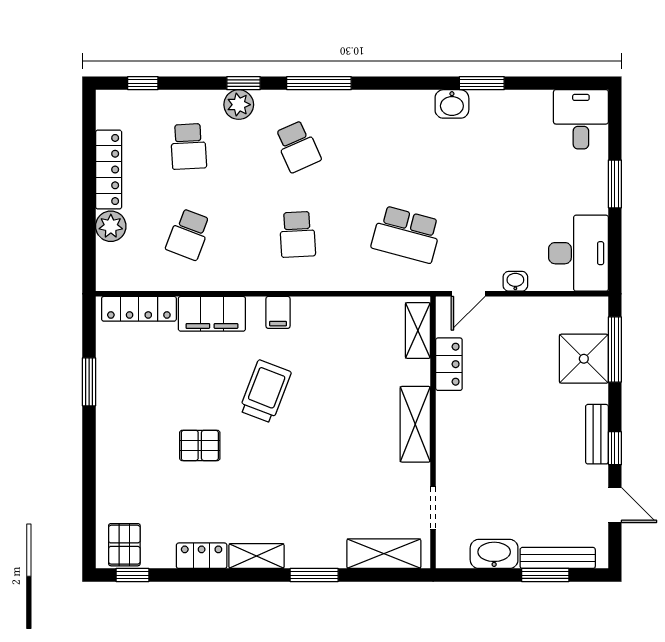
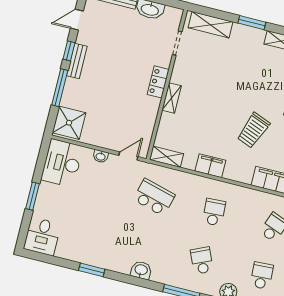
washbasin: (452, 104) -> (141, 270), moved
filing cabinet: (278, 312) -> (210, 166), moved, width x2.00
shelving: (418, 330) -> (167, 157), moved, turned 90
window: (615, 350) -> (60, 88), moved
shower: (584, 359) -> (69, 123), moved
locker: (449, 364) -> (158, 82), moved
shelving: (415, 424) -> (172, 98), width x0.67, depth x0.75
door: (615, 505) -> (77, 20), hinge flipped

